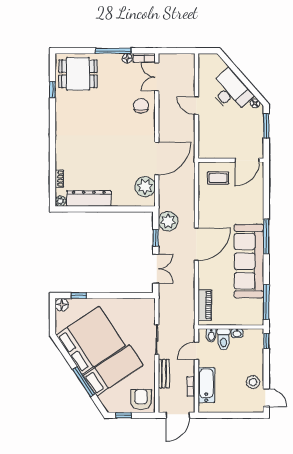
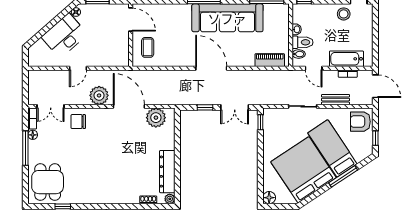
plant: (168, 221) -> (99, 95), moved
double door: (156, 269) -> (235, 107), swing flipped
window: (79, 295) -> (260, 122), moved

